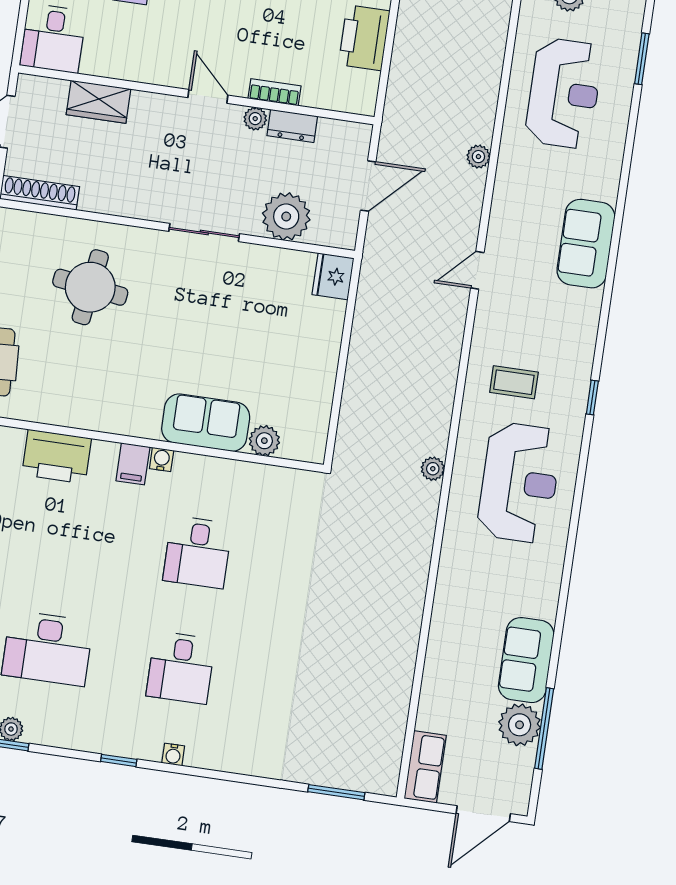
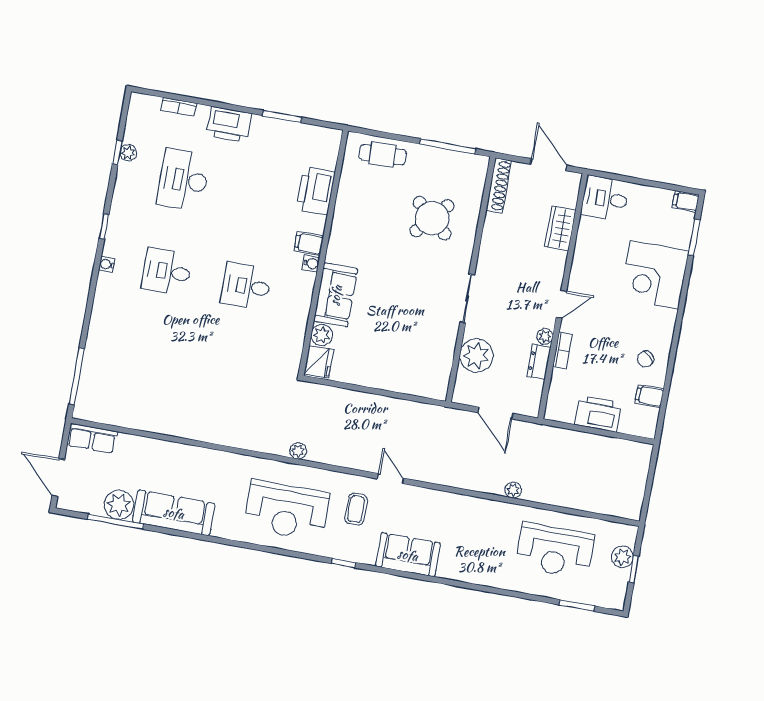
sofa: (586, 244) -> (408, 555), moved
door: (477, 270) -> (390, 479), moved
fridge: (333, 276) -> (319, 362), moved, turned 90
round table: (90, 287) -> (432, 218), turned 33
sofa: (526, 660) -> (174, 513), width x1.36
window: (336, 792) -> (77, 376), width x1.44

